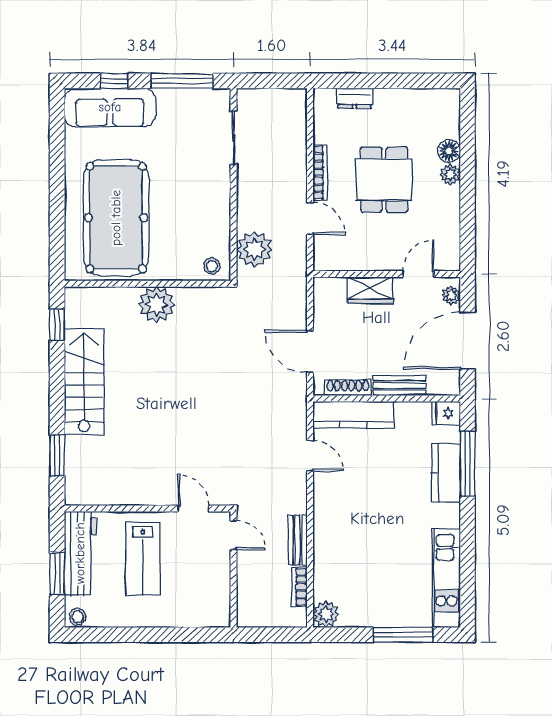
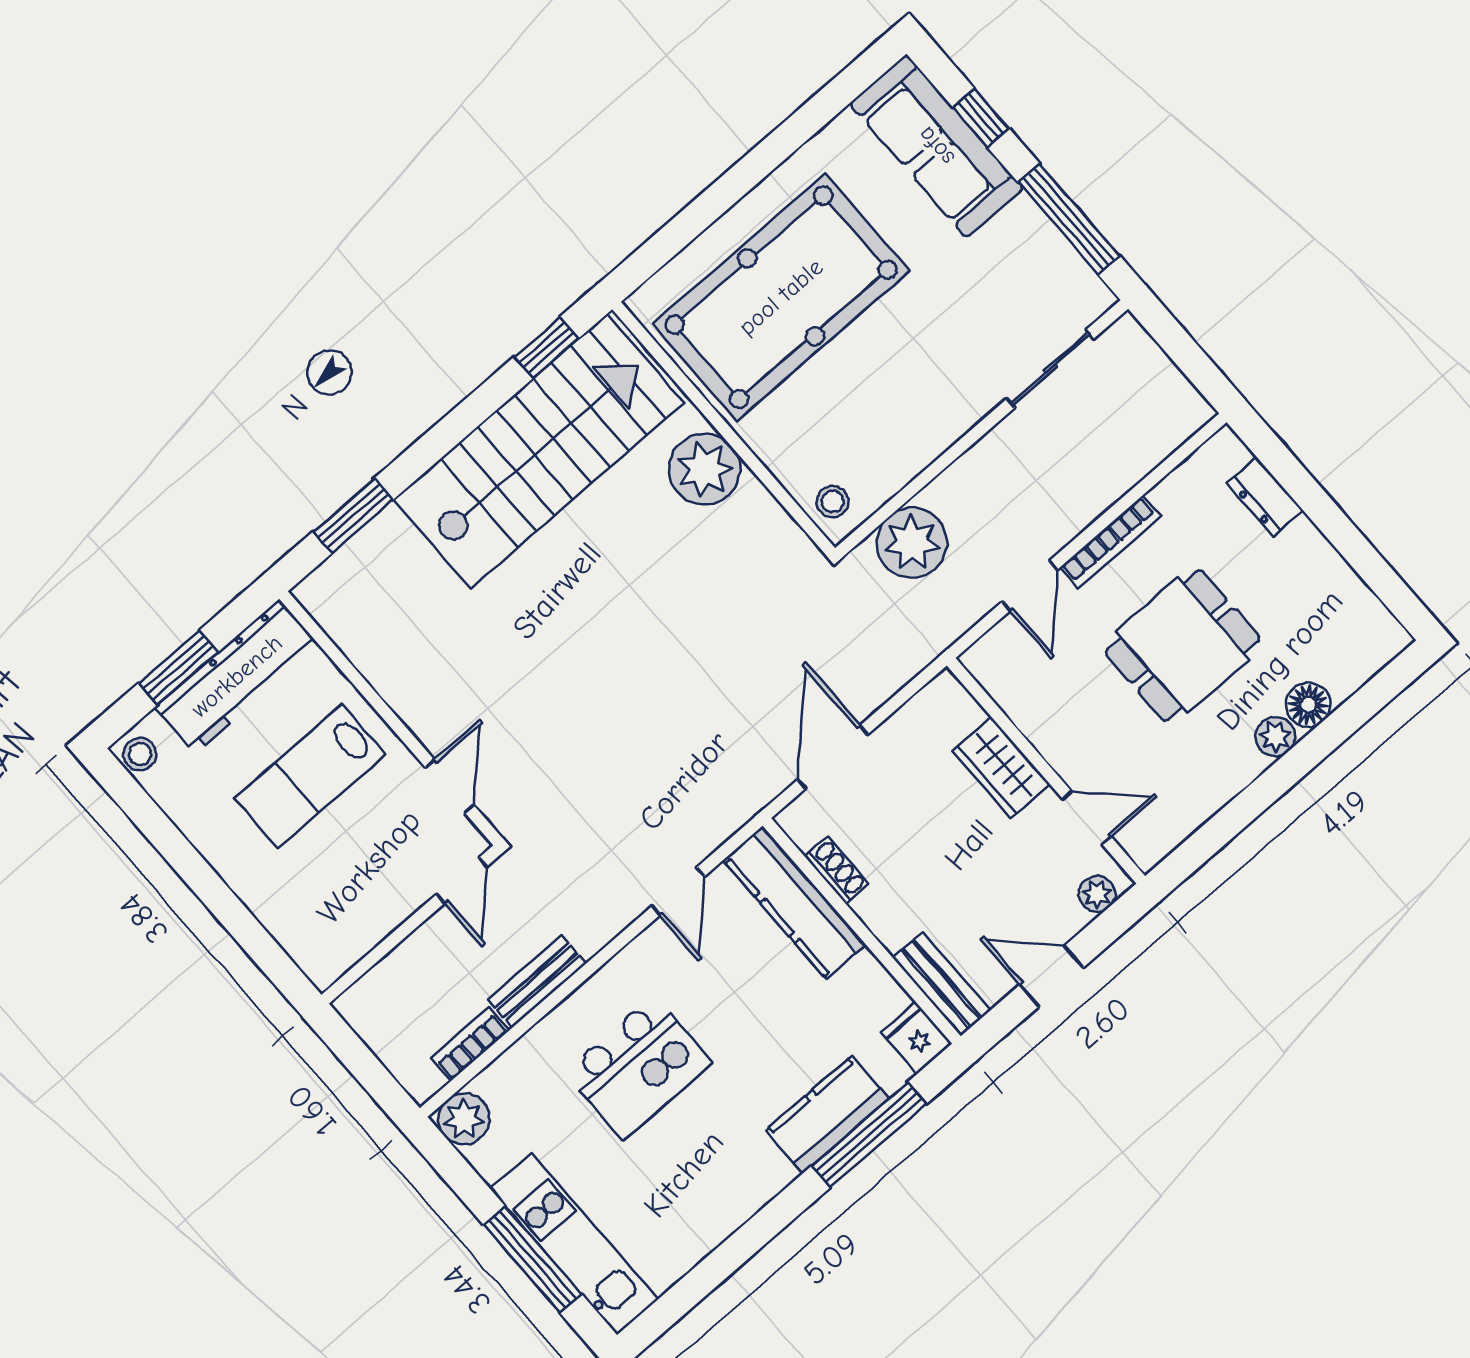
door: (467, 341) -> (1052, 976), width x0.53
stairs: (84, 382) -> (539, 451), width x1.36, depth x1.51
bench: (399, 385) -> (942, 984), moved
shoe rack: (348, 388) -> (837, 870), width x0.70
kitchen island: (364, 530) -> (638, 1067), added
kitchen unit: (446, 578) -> (574, 1244), moved, turned 90

